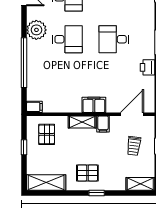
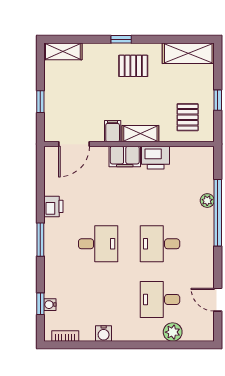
plant: (36, 30) -> (207, 201), moved, width x0.53, depth x0.53
printer: (71, 104) -> (156, 158), added
filing cabinet: (34, 107) -> (204, 154), removed
trolley: (134, 146) -> (72, 102), removed

